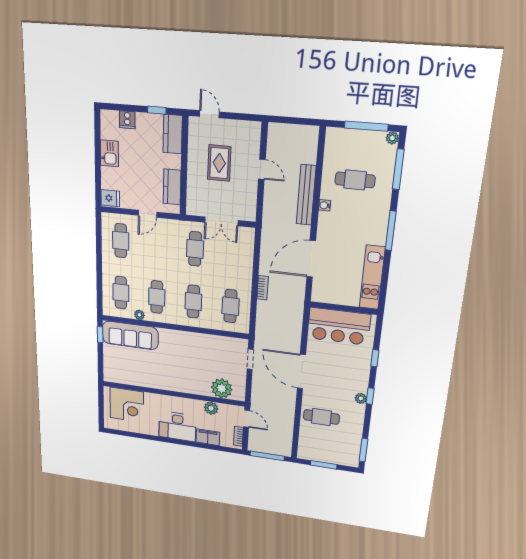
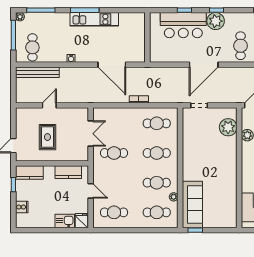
kitchen sink: (109, 153) -> (65, 221), moved
rug: (219, 163) -> (47, 137), turned 90
cafe table: (355, 180) -> (32, 47), moved
bench: (306, 195) -> (37, 72), moved
kitchen unit: (372, 277) -> (94, 19), moved
bar counter: (339, 326) -> (183, 25), moved, turned 90
plant: (361, 398) -> (216, 21), width x1.87, depth x1.87

